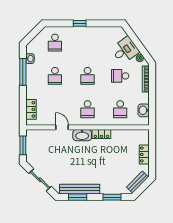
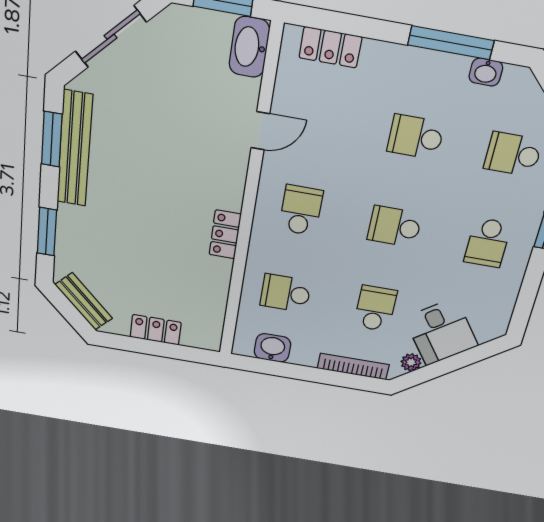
school desk: (88, 43) -> (488, 243), added
school desk: (88, 109) -> (301, 210), turned 90
washbasin: (82, 135) -> (249, 47), moved

